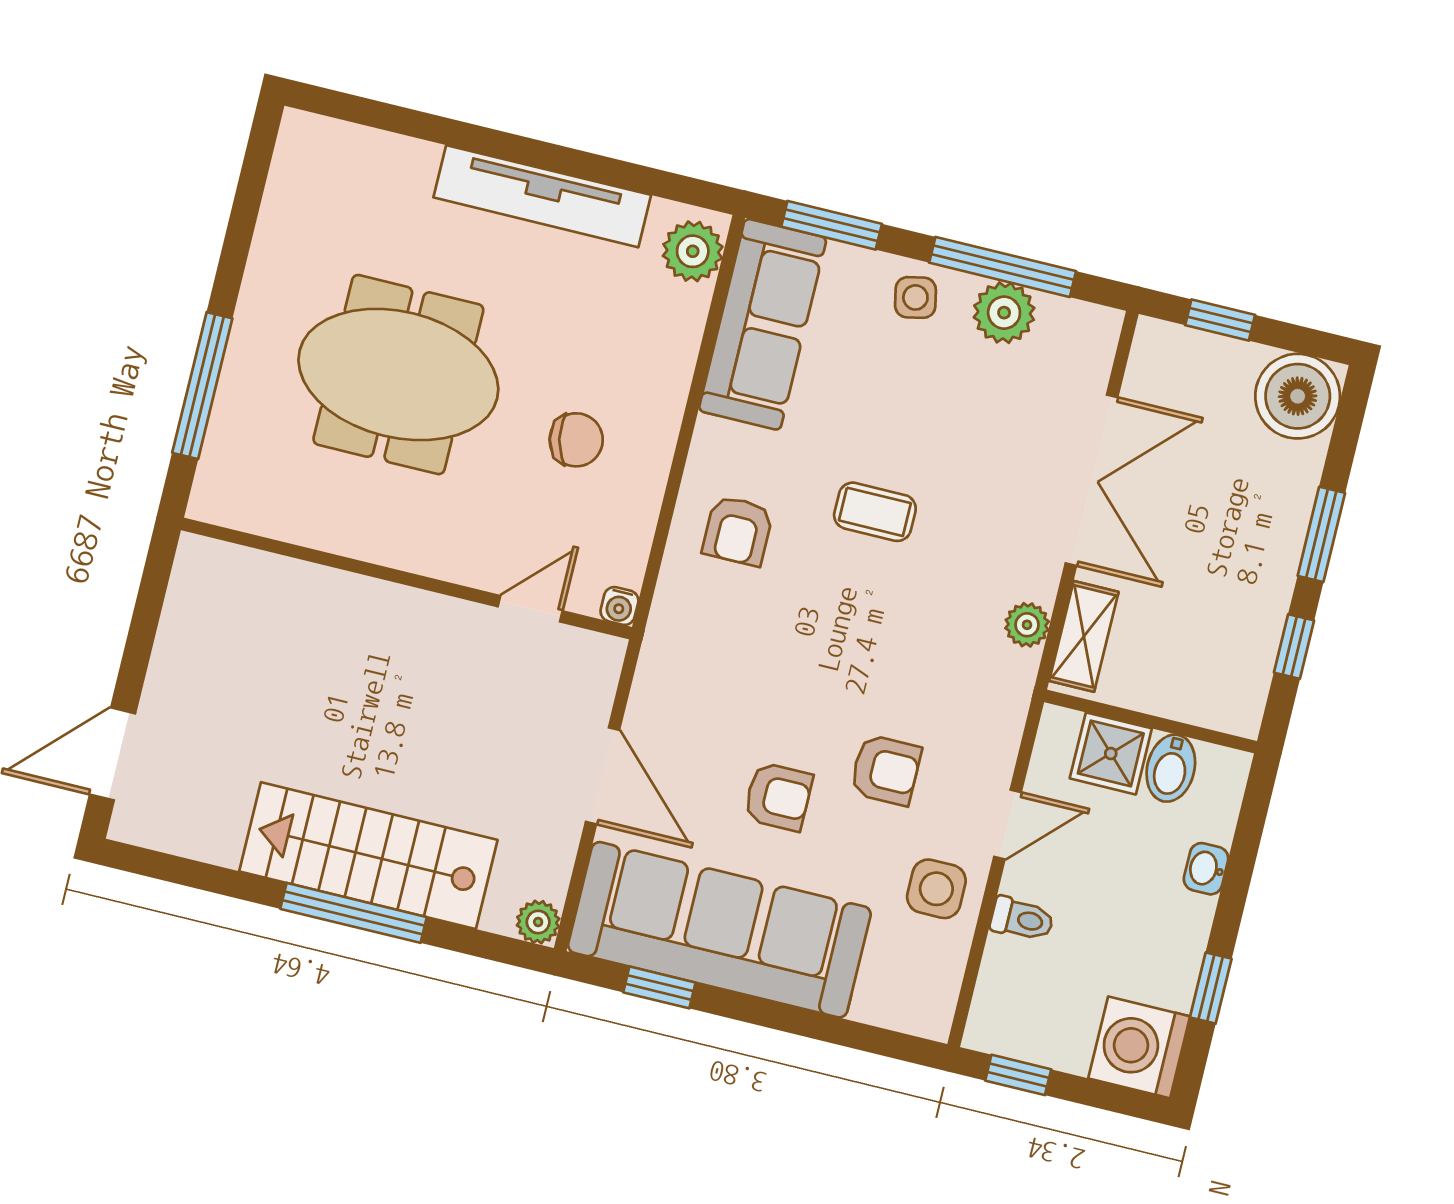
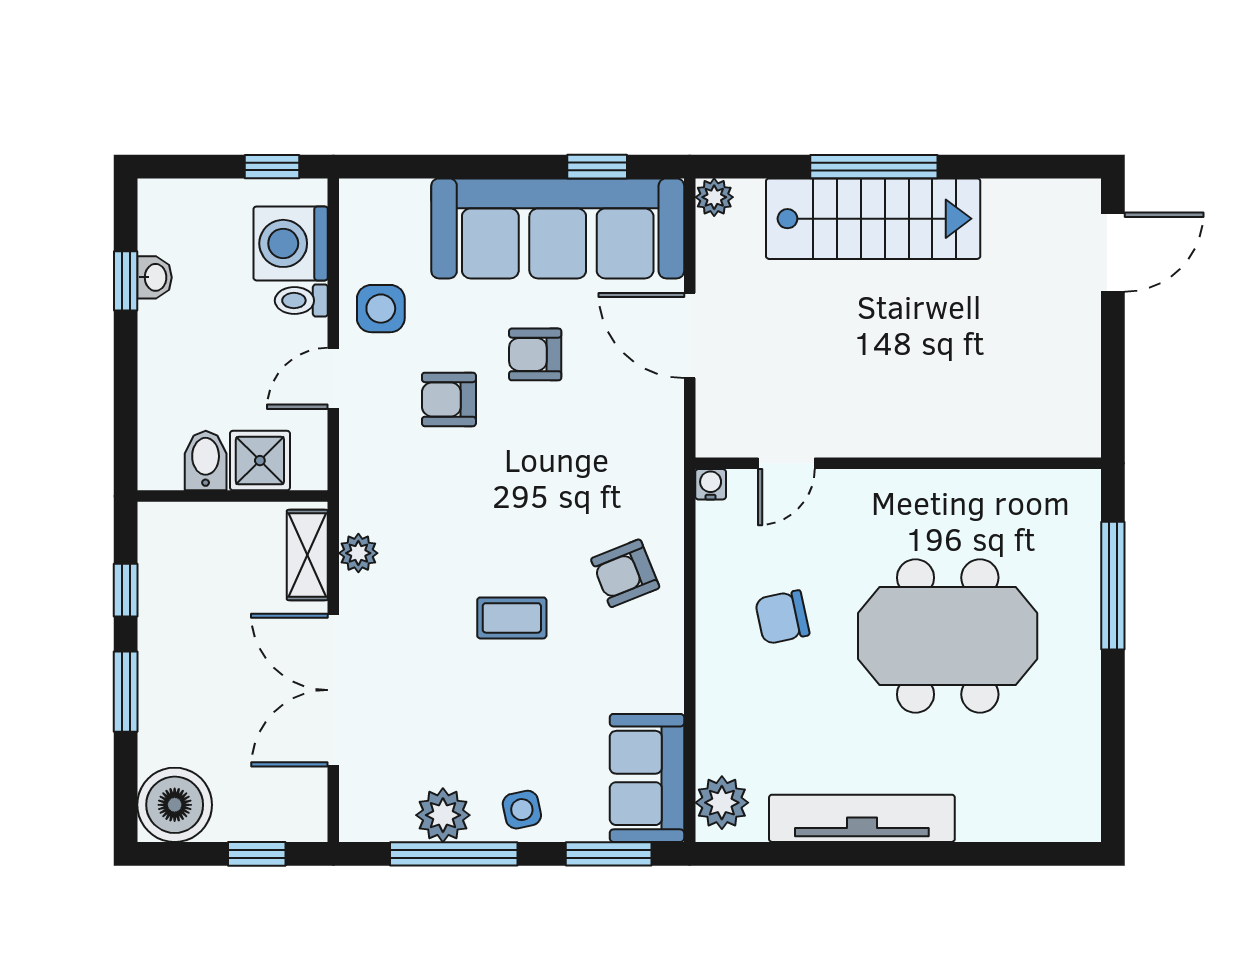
sofa: (763, 324) -> (647, 778), width x0.73
armchair: (738, 531) -> (625, 573), turned -112
washbasin: (1206, 869) -> (155, 277), moved
washing machine: (1139, 1047) -> (291, 243), moved, turned 180

